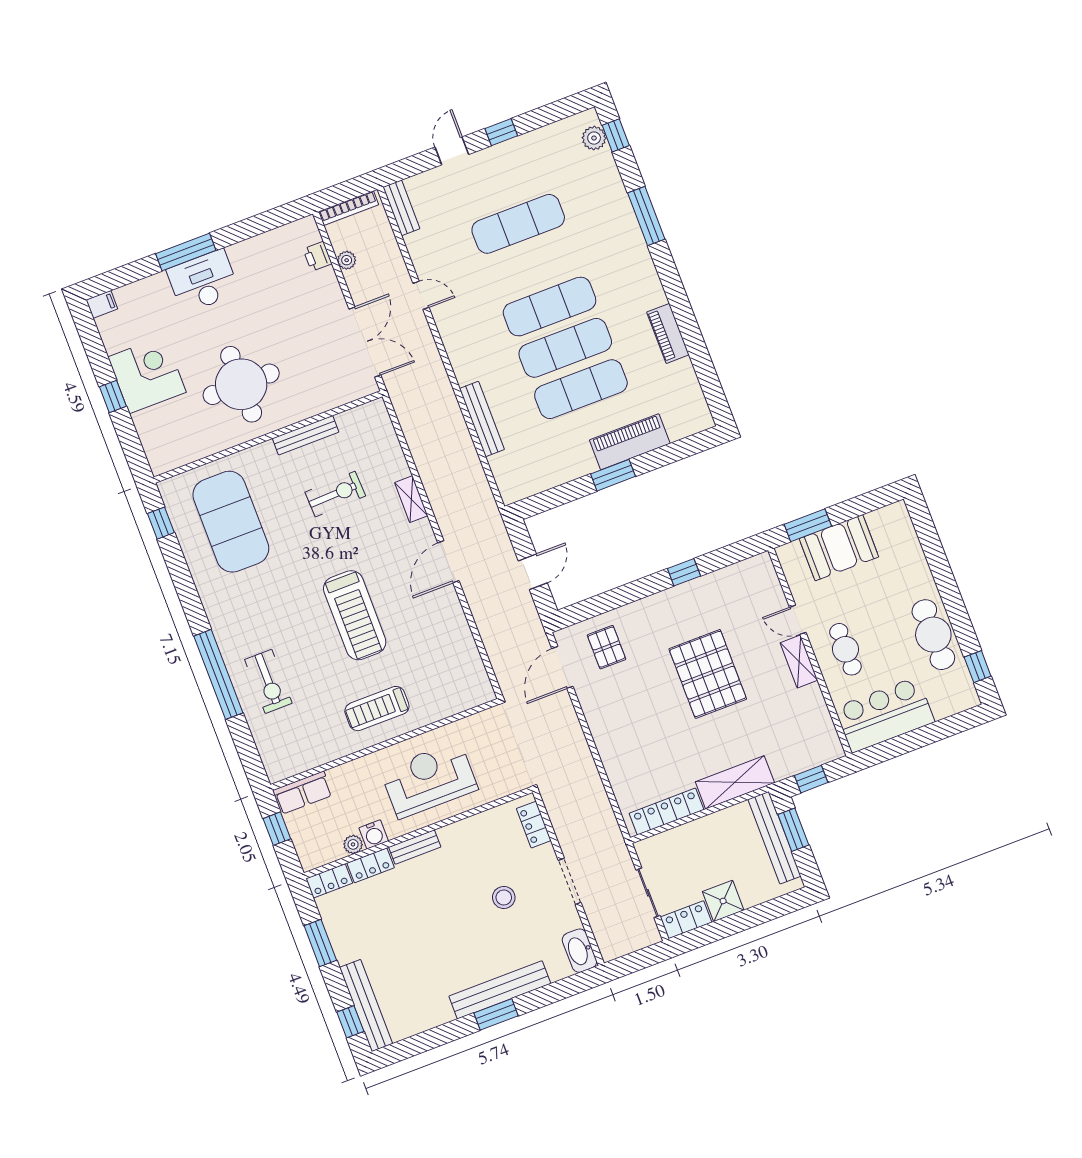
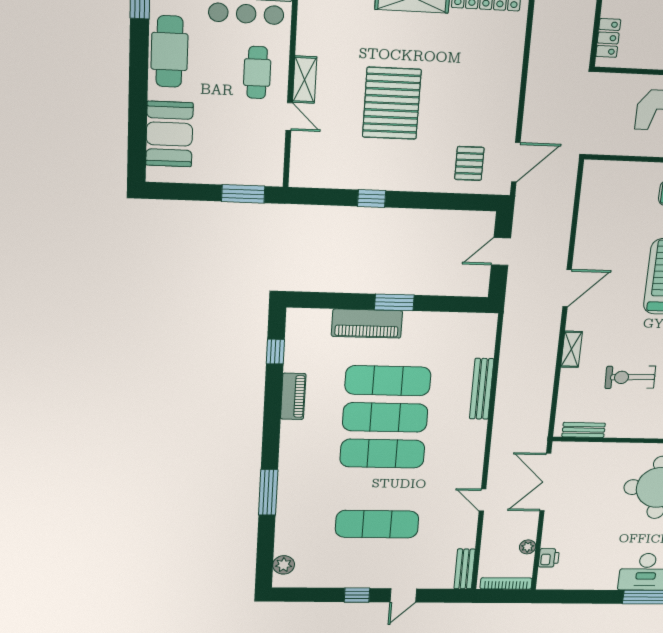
window: (616, 135) -> (275, 352), moved
bench: (306, 435) -> (584, 430), moved, width x0.73
booth: (839, 548) -> (169, 134), moved, turned 90

